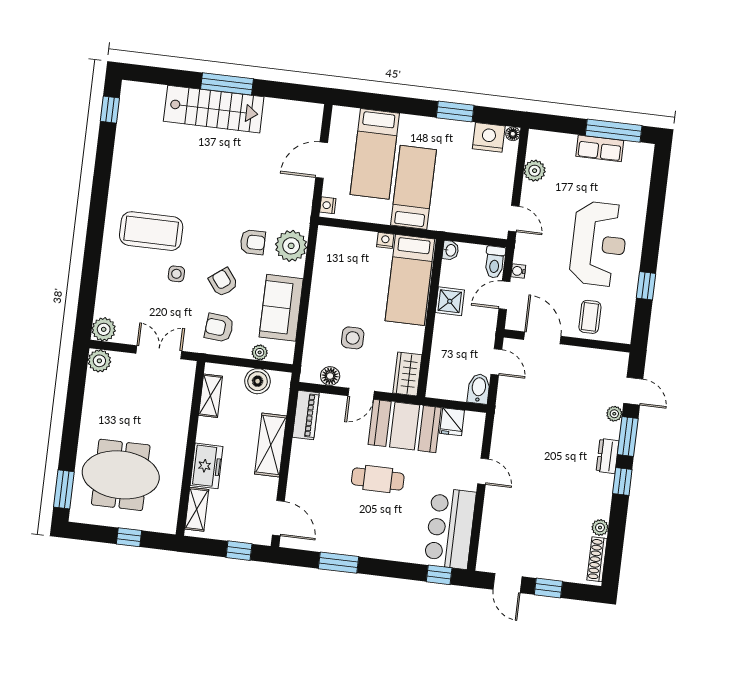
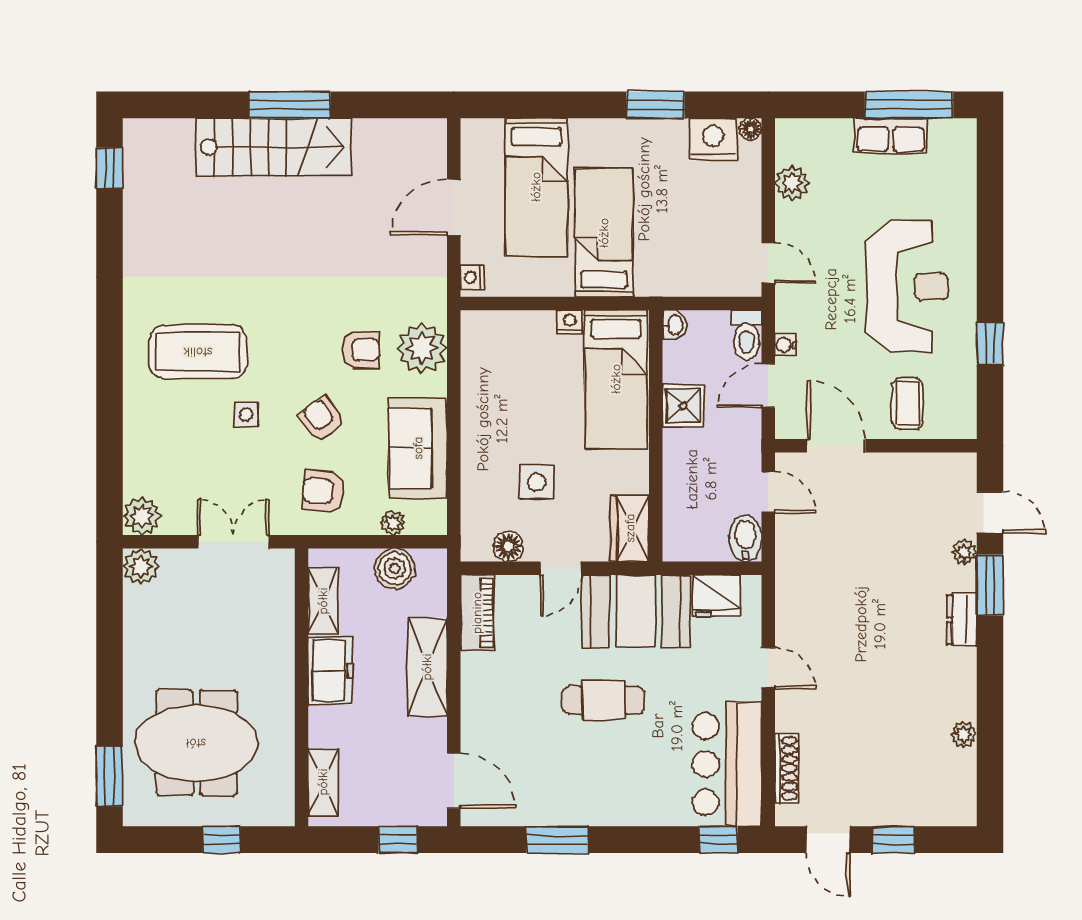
fridge: (452, 422) -> (716, 595), width x1.38
freezer: (207, 466) -> (330, 671), moved
window: (622, 481) -> (990, 657), removed
shoe rack: (597, 559) -> (787, 768), moved, turned 180

